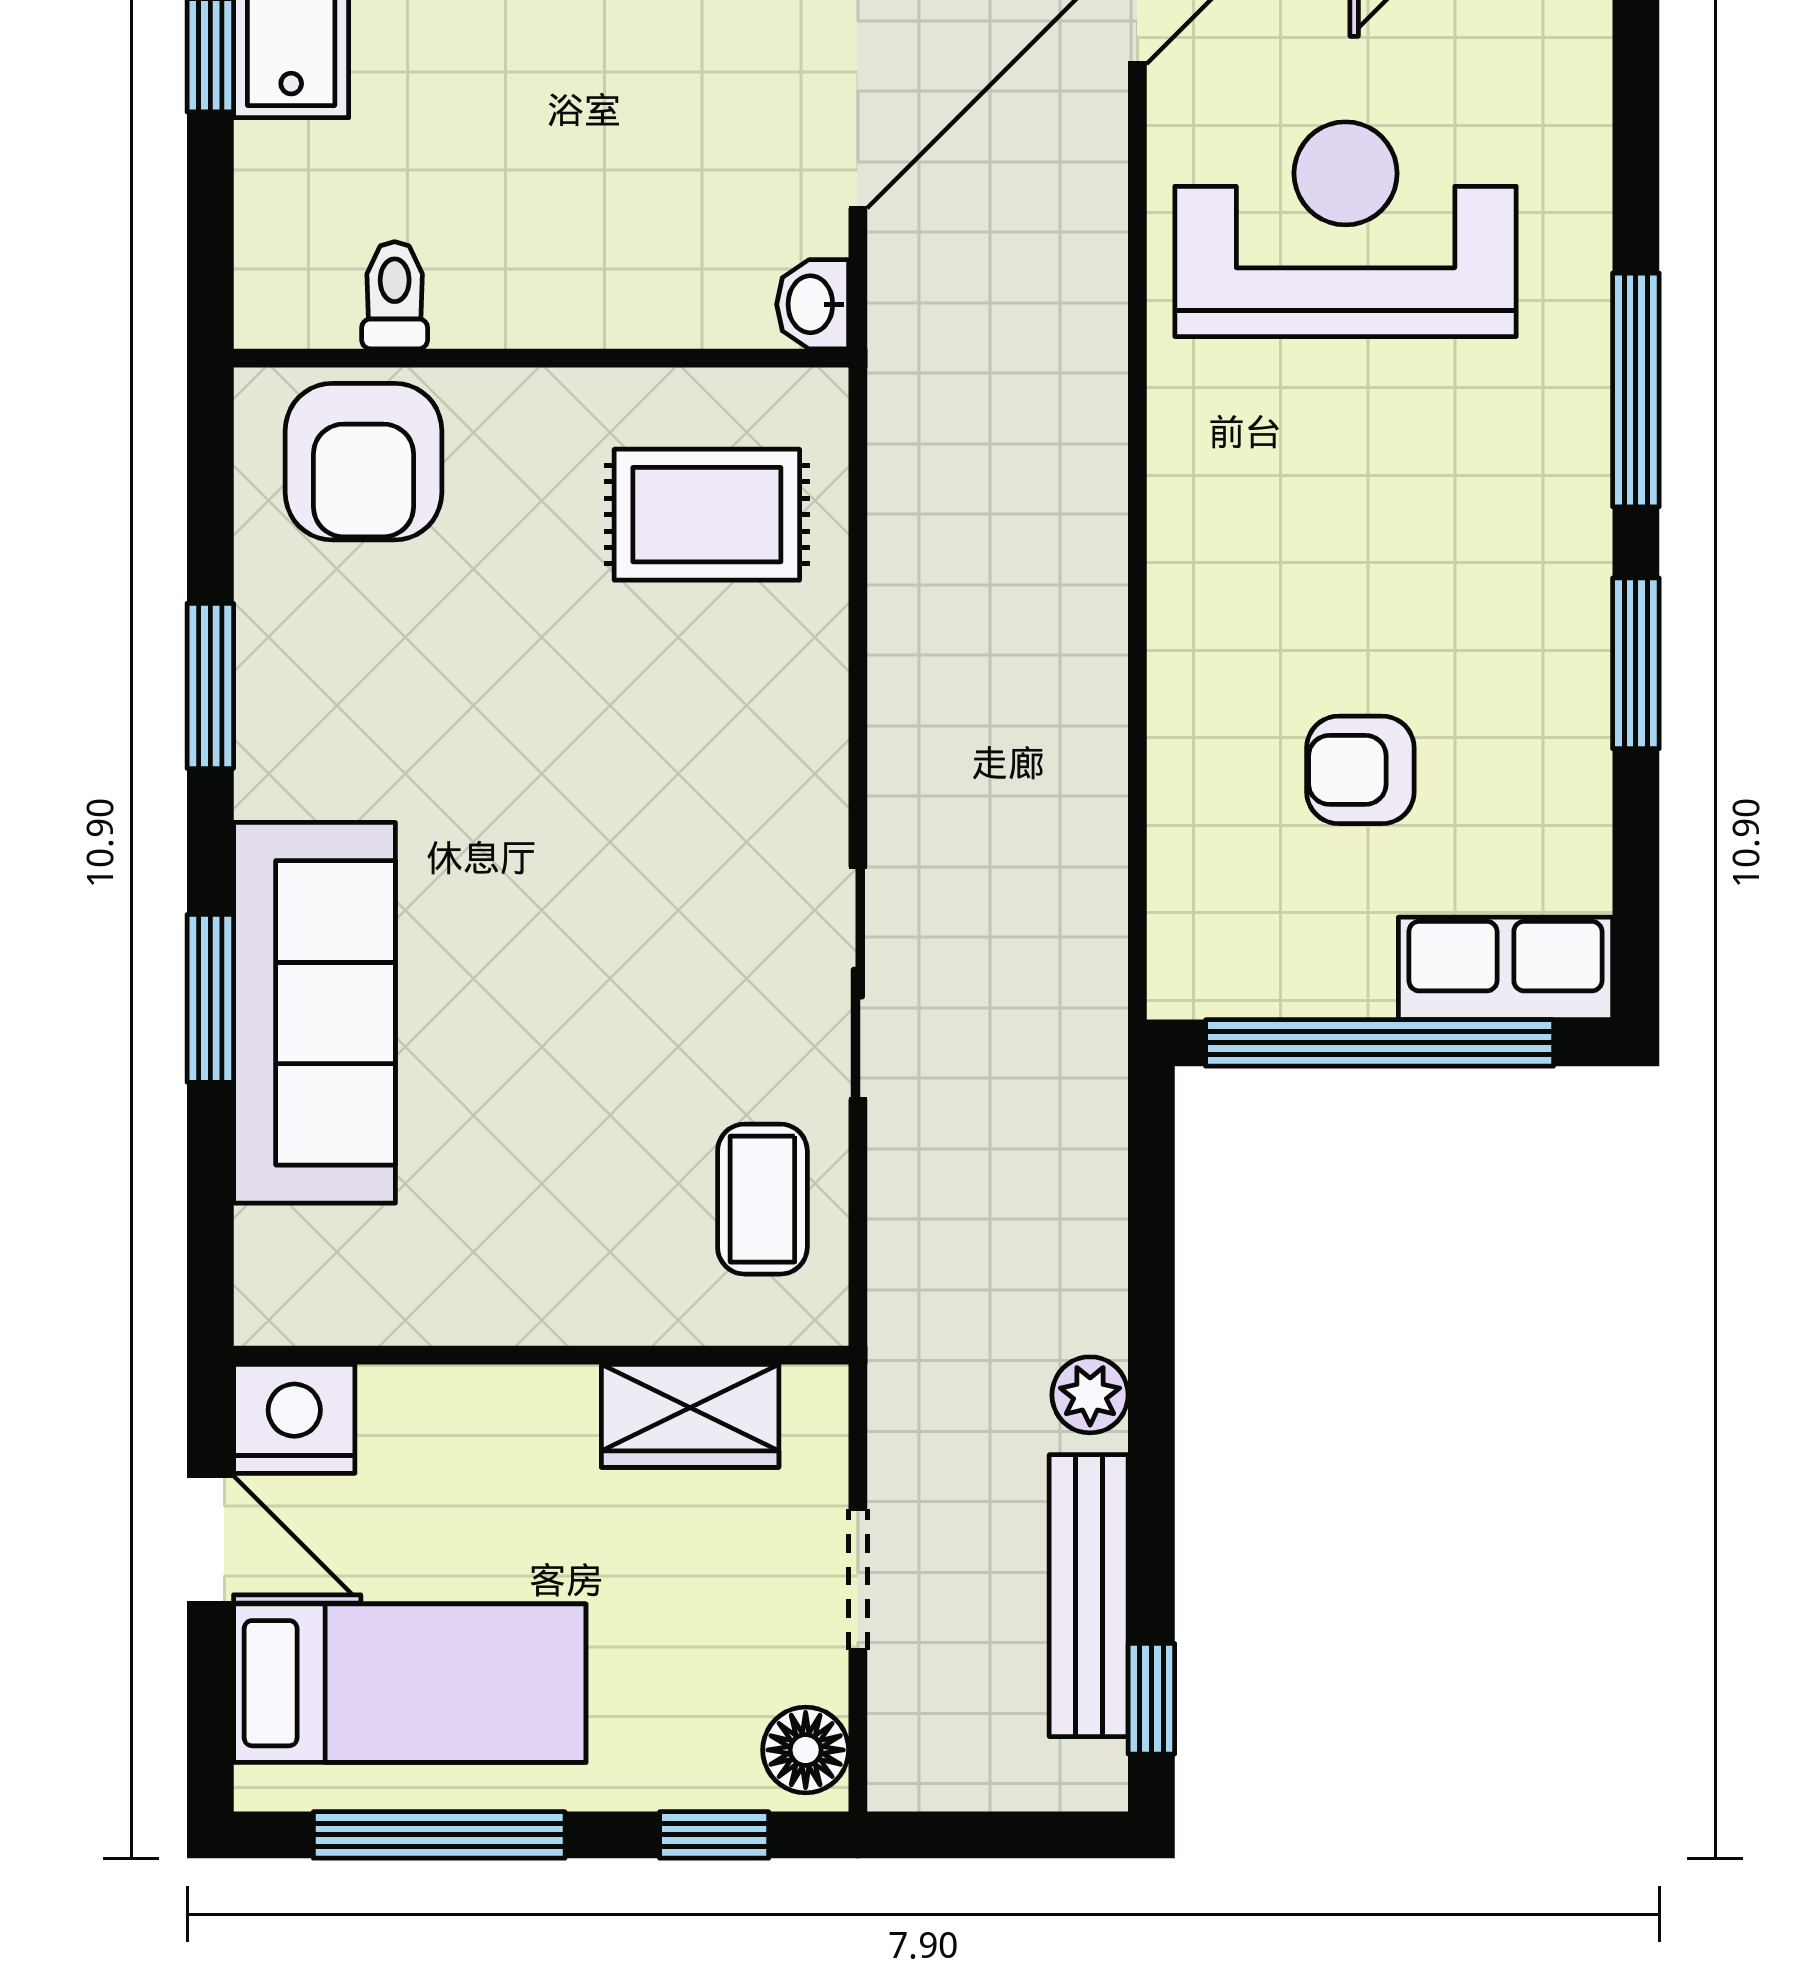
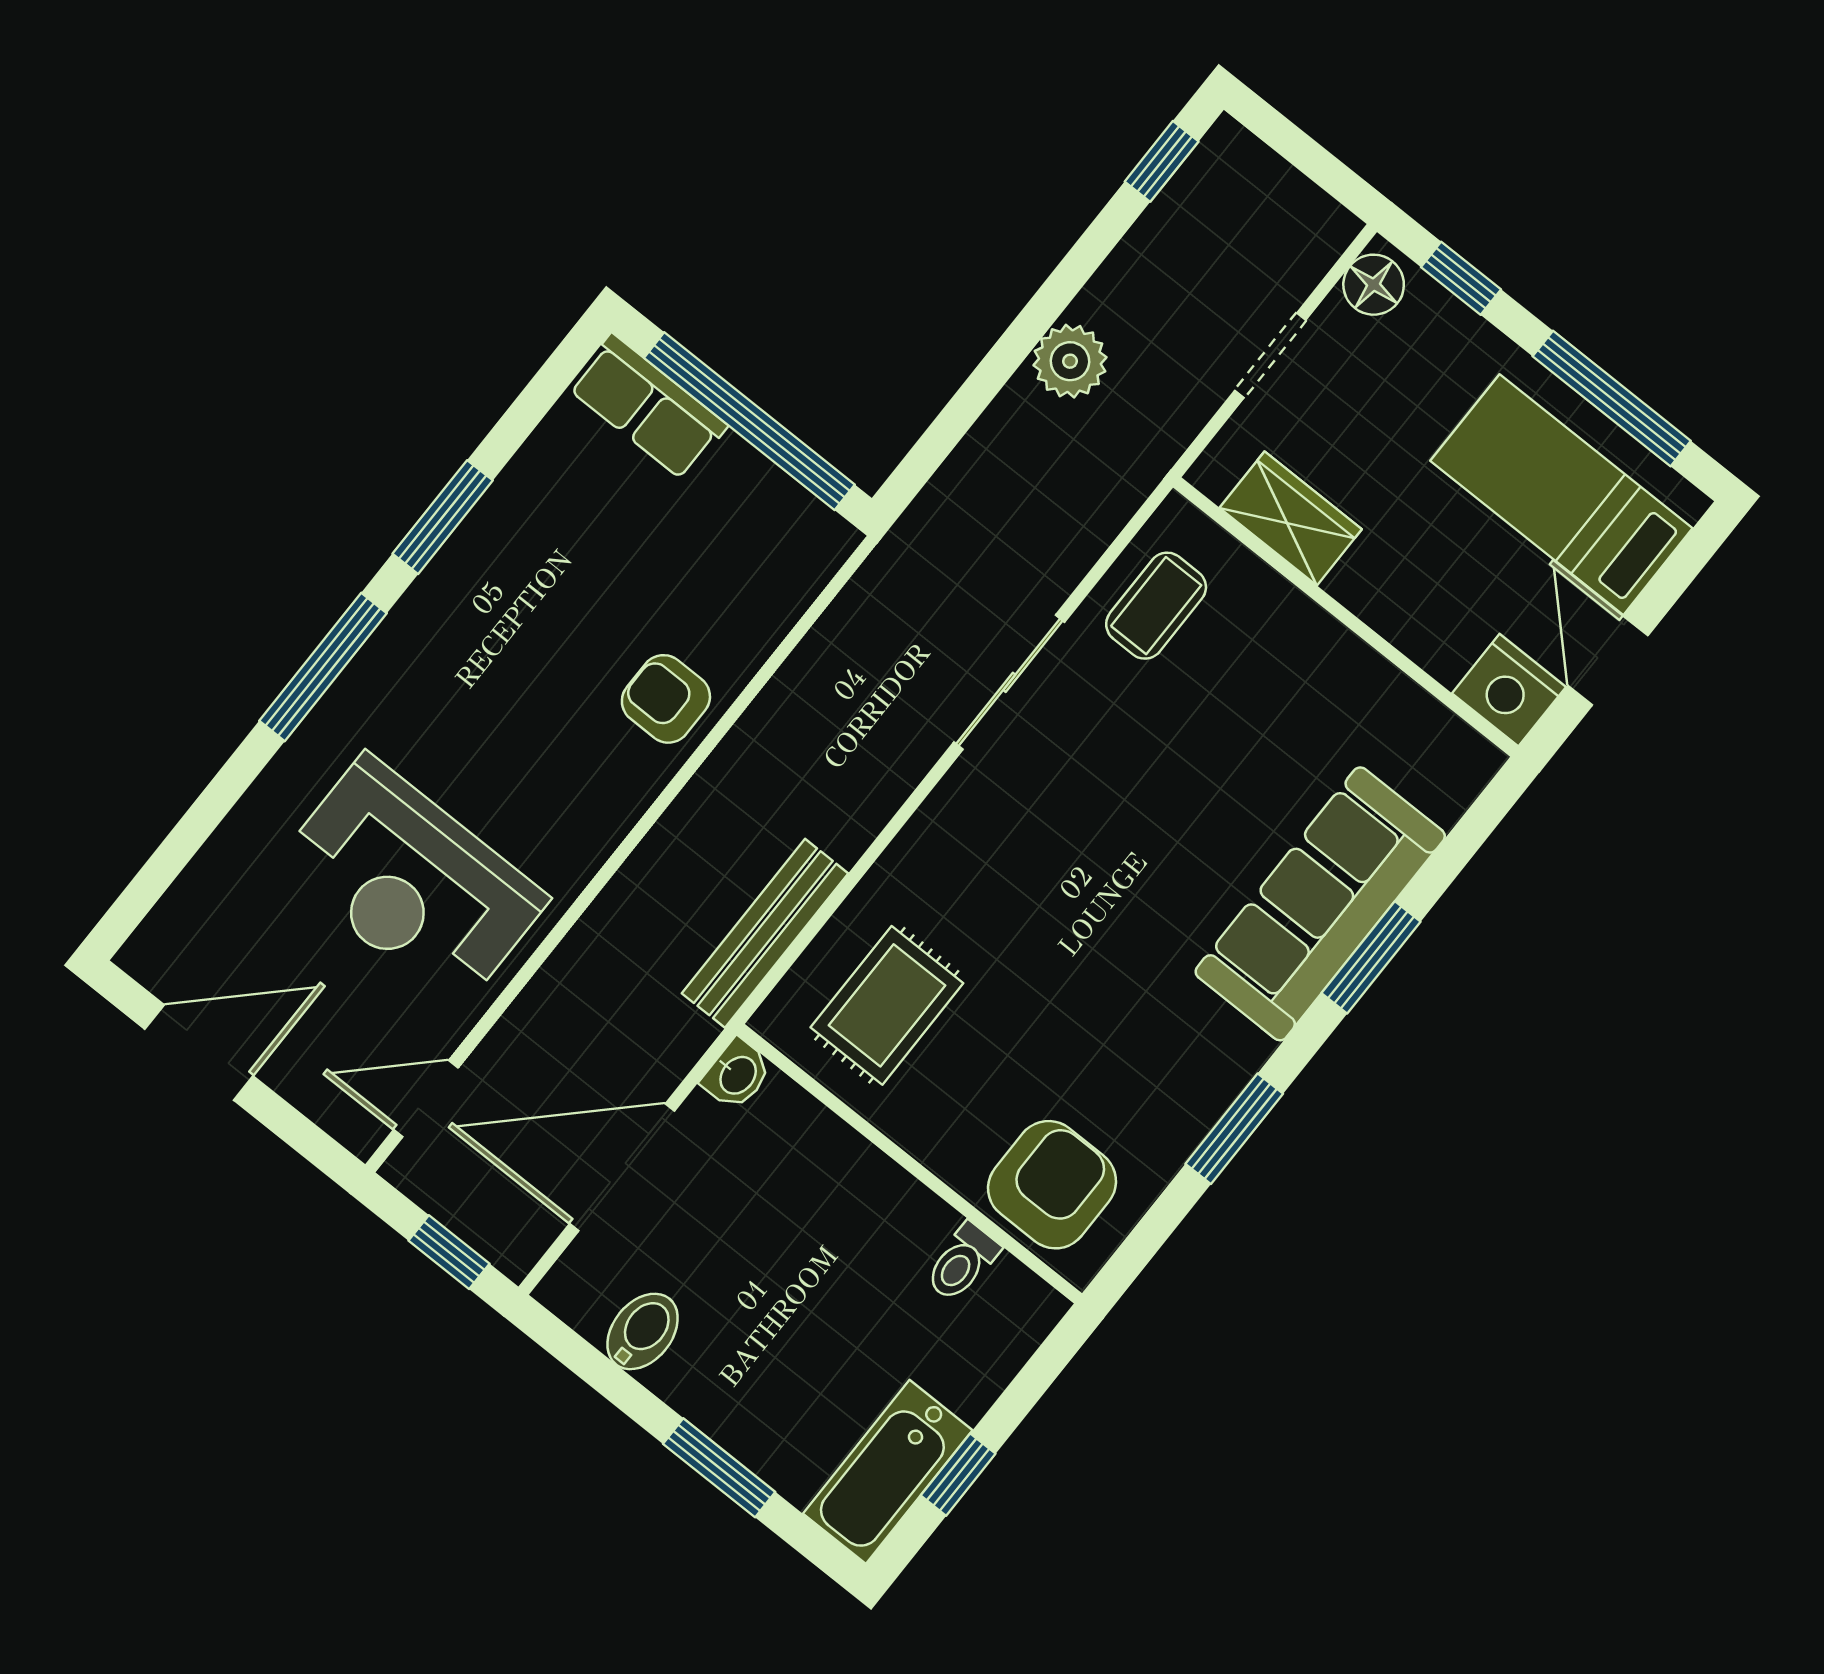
rug: (707, 515) -> (887, 1005), turned 90
armchair: (1360, 770) -> (666, 699), moved, turned 180
plant: (1090, 1395) -> (1070, 361), width x1.38, depth x1.38
bench: (1089, 1596) -> (765, 933), moved

